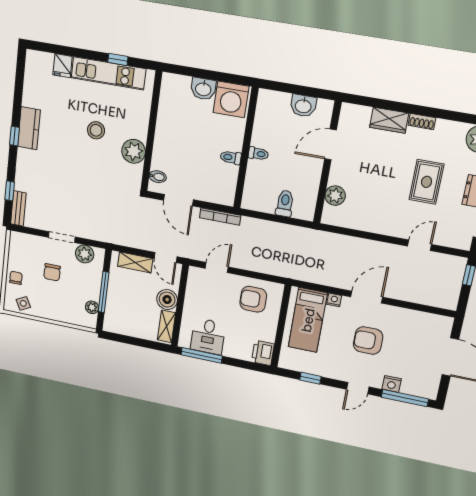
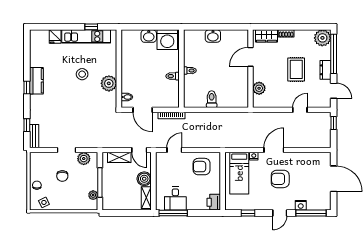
door: (330, 145) -> (250, 57), moved
wall: (327, 163) -> (250, 69), moved
plant: (335, 196) -> (259, 88), moved

